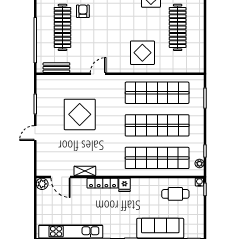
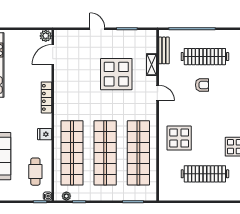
armchair: (83, 11) -> (202, 85), moved
shelving: (85, 171) -> (152, 65), moved
fridge: (124, 185) -> (45, 134), moved

